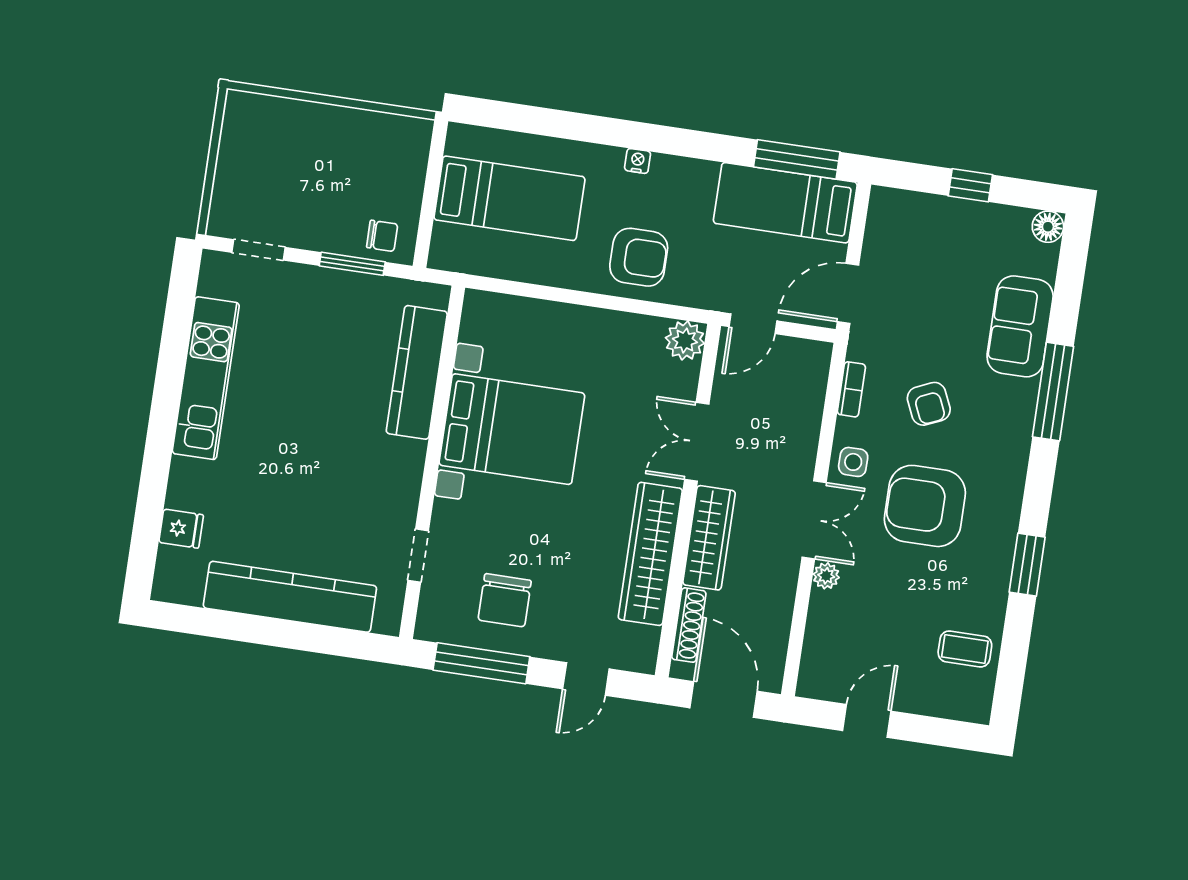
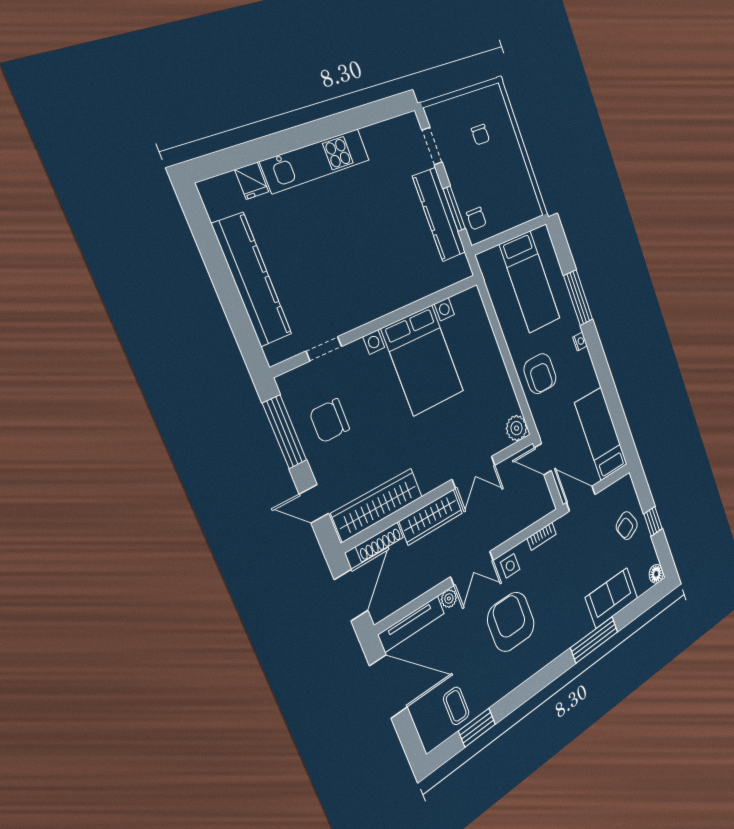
window: (797, 159) -> (578, 298), moved
chair: (279, 162) -> (480, 135), added
kitchen counter: (417, 372) -> (439, 215), moved, turned -90
kitchen unit: (206, 378) -> (316, 161), moved
armchair: (929, 404) -> (627, 526), moved
double door: (697, 442) -> (474, 472), swing flipped
wardrobe: (650, 554) -> (377, 505), moved
window: (1027, 565) -> (477, 728), moved
tv unit: (817, 645) -> (411, 624), added
door: (867, 721) -> (388, 687), width x1.87

